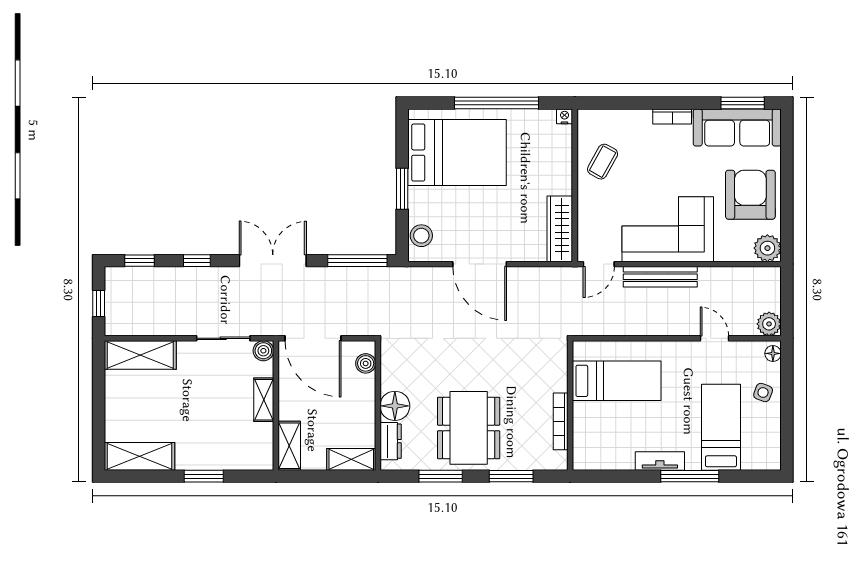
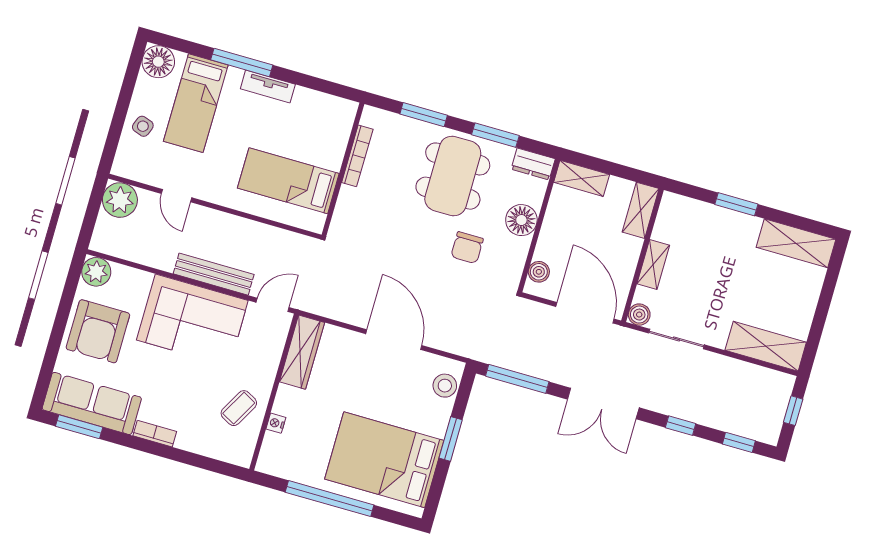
nightstand: (565, 116) -> (276, 423), moved, turned 90
plant: (769, 324) -> (120, 200), width x1.36, depth x1.36
floor lamp: (773, 353) -> (158, 62), moved, width x1.89, depth x1.89
chair: (437, 367) -> (467, 248), added
dresser: (391, 441) -> (533, 164), moved, turned -90

